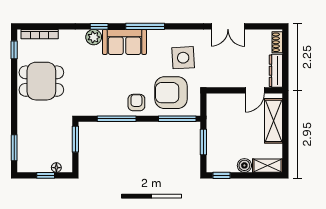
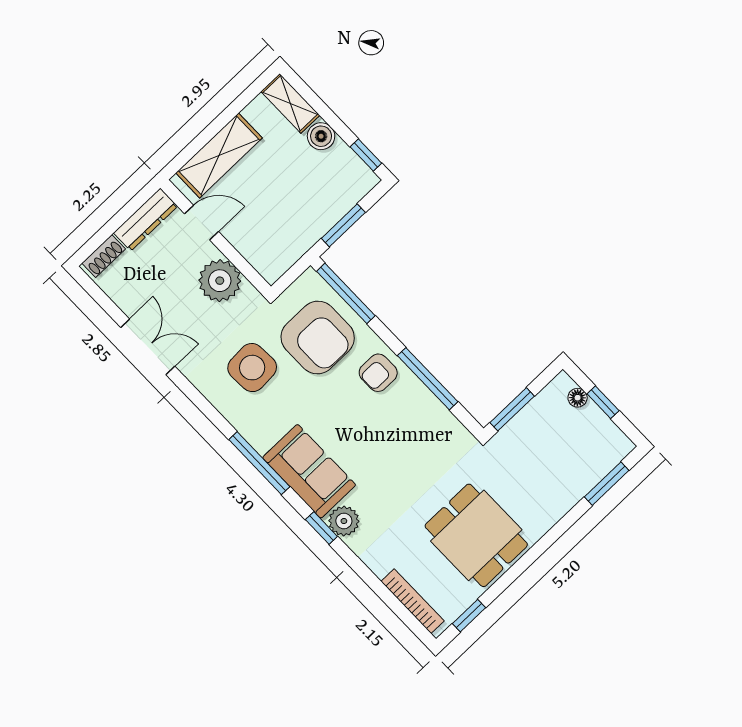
plant: (227, 77) -> (220, 281), added

